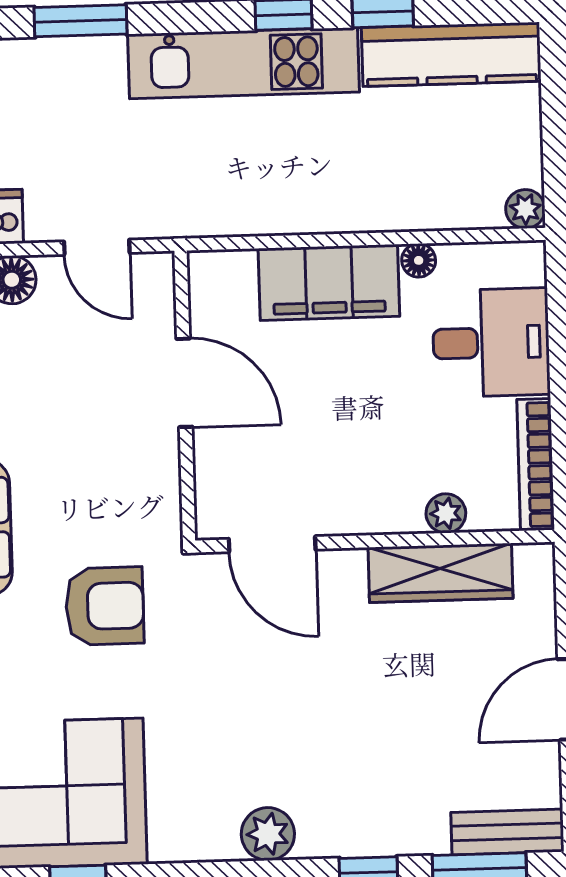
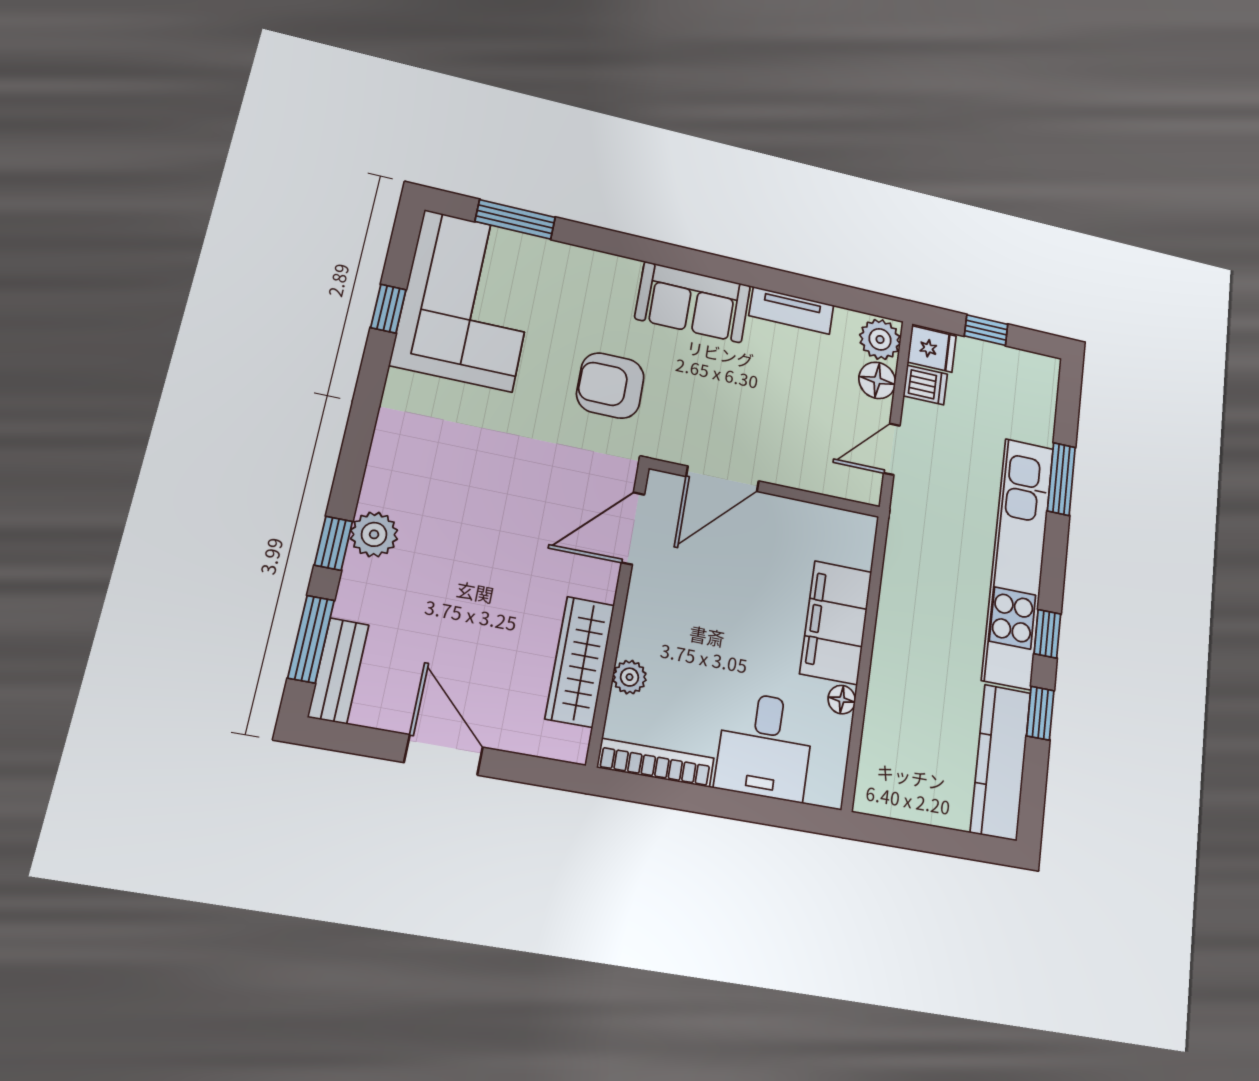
kitchen unit: (243, 63) -> (1018, 562), width x1.36
plant: (525, 209) -> (869, 798), removed
door: (184, 383) -> (723, 479), moved
armchair: (105, 606) -> (610, 386), turned 90
plant: (268, 834) -> (374, 534), moved

